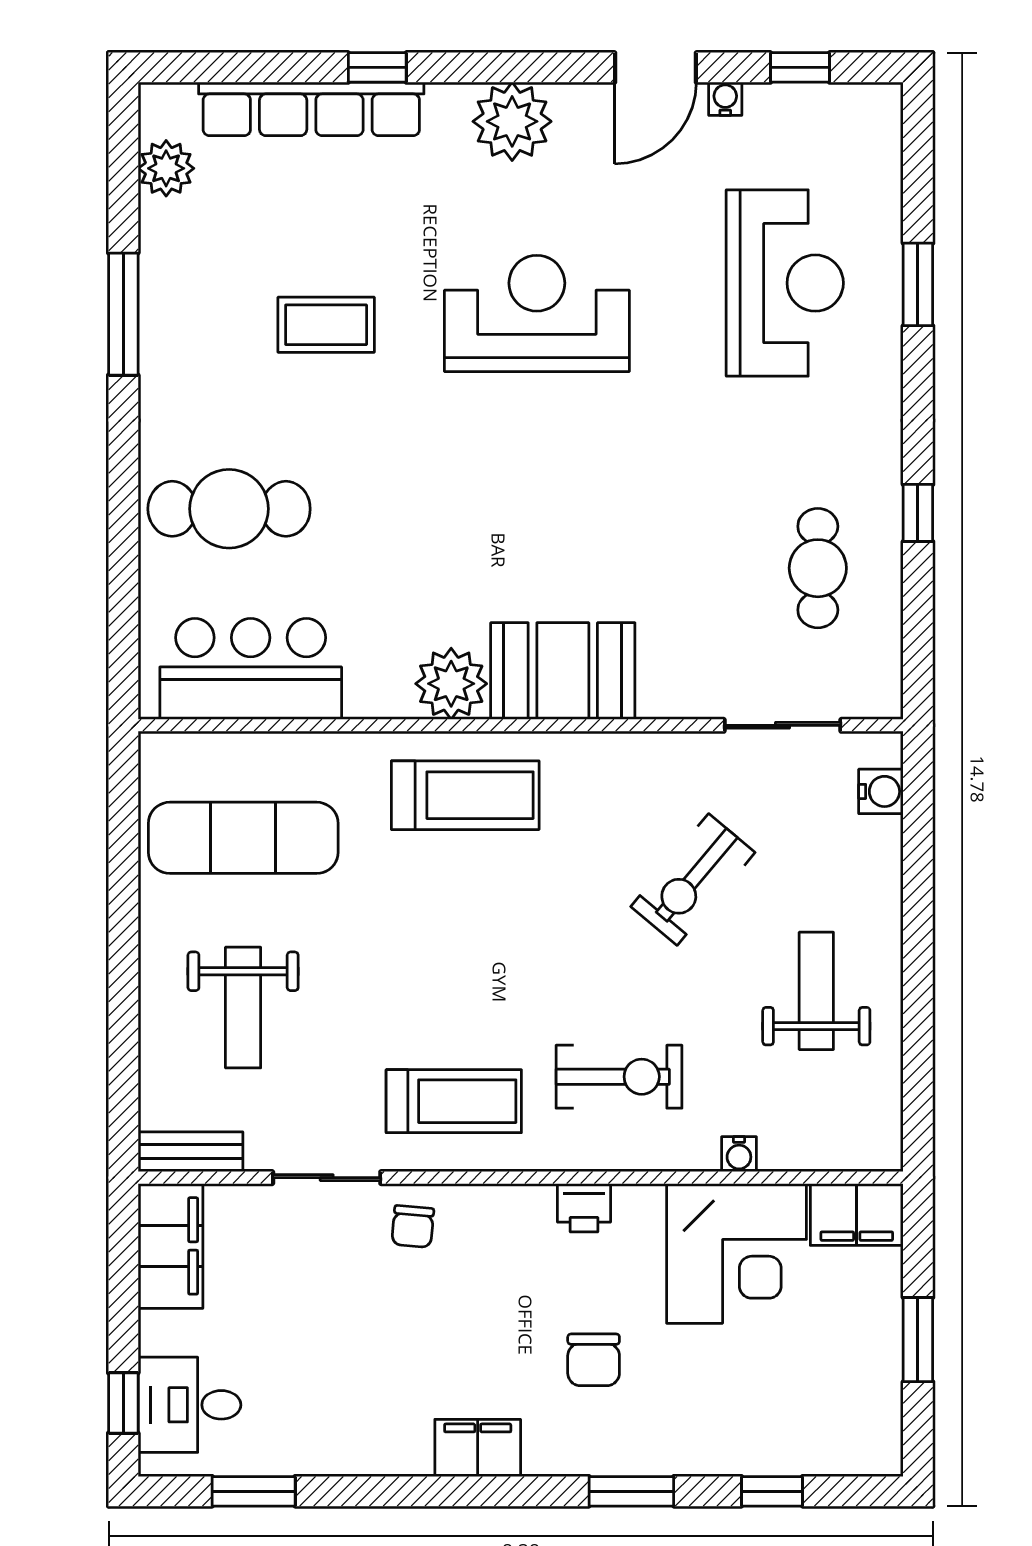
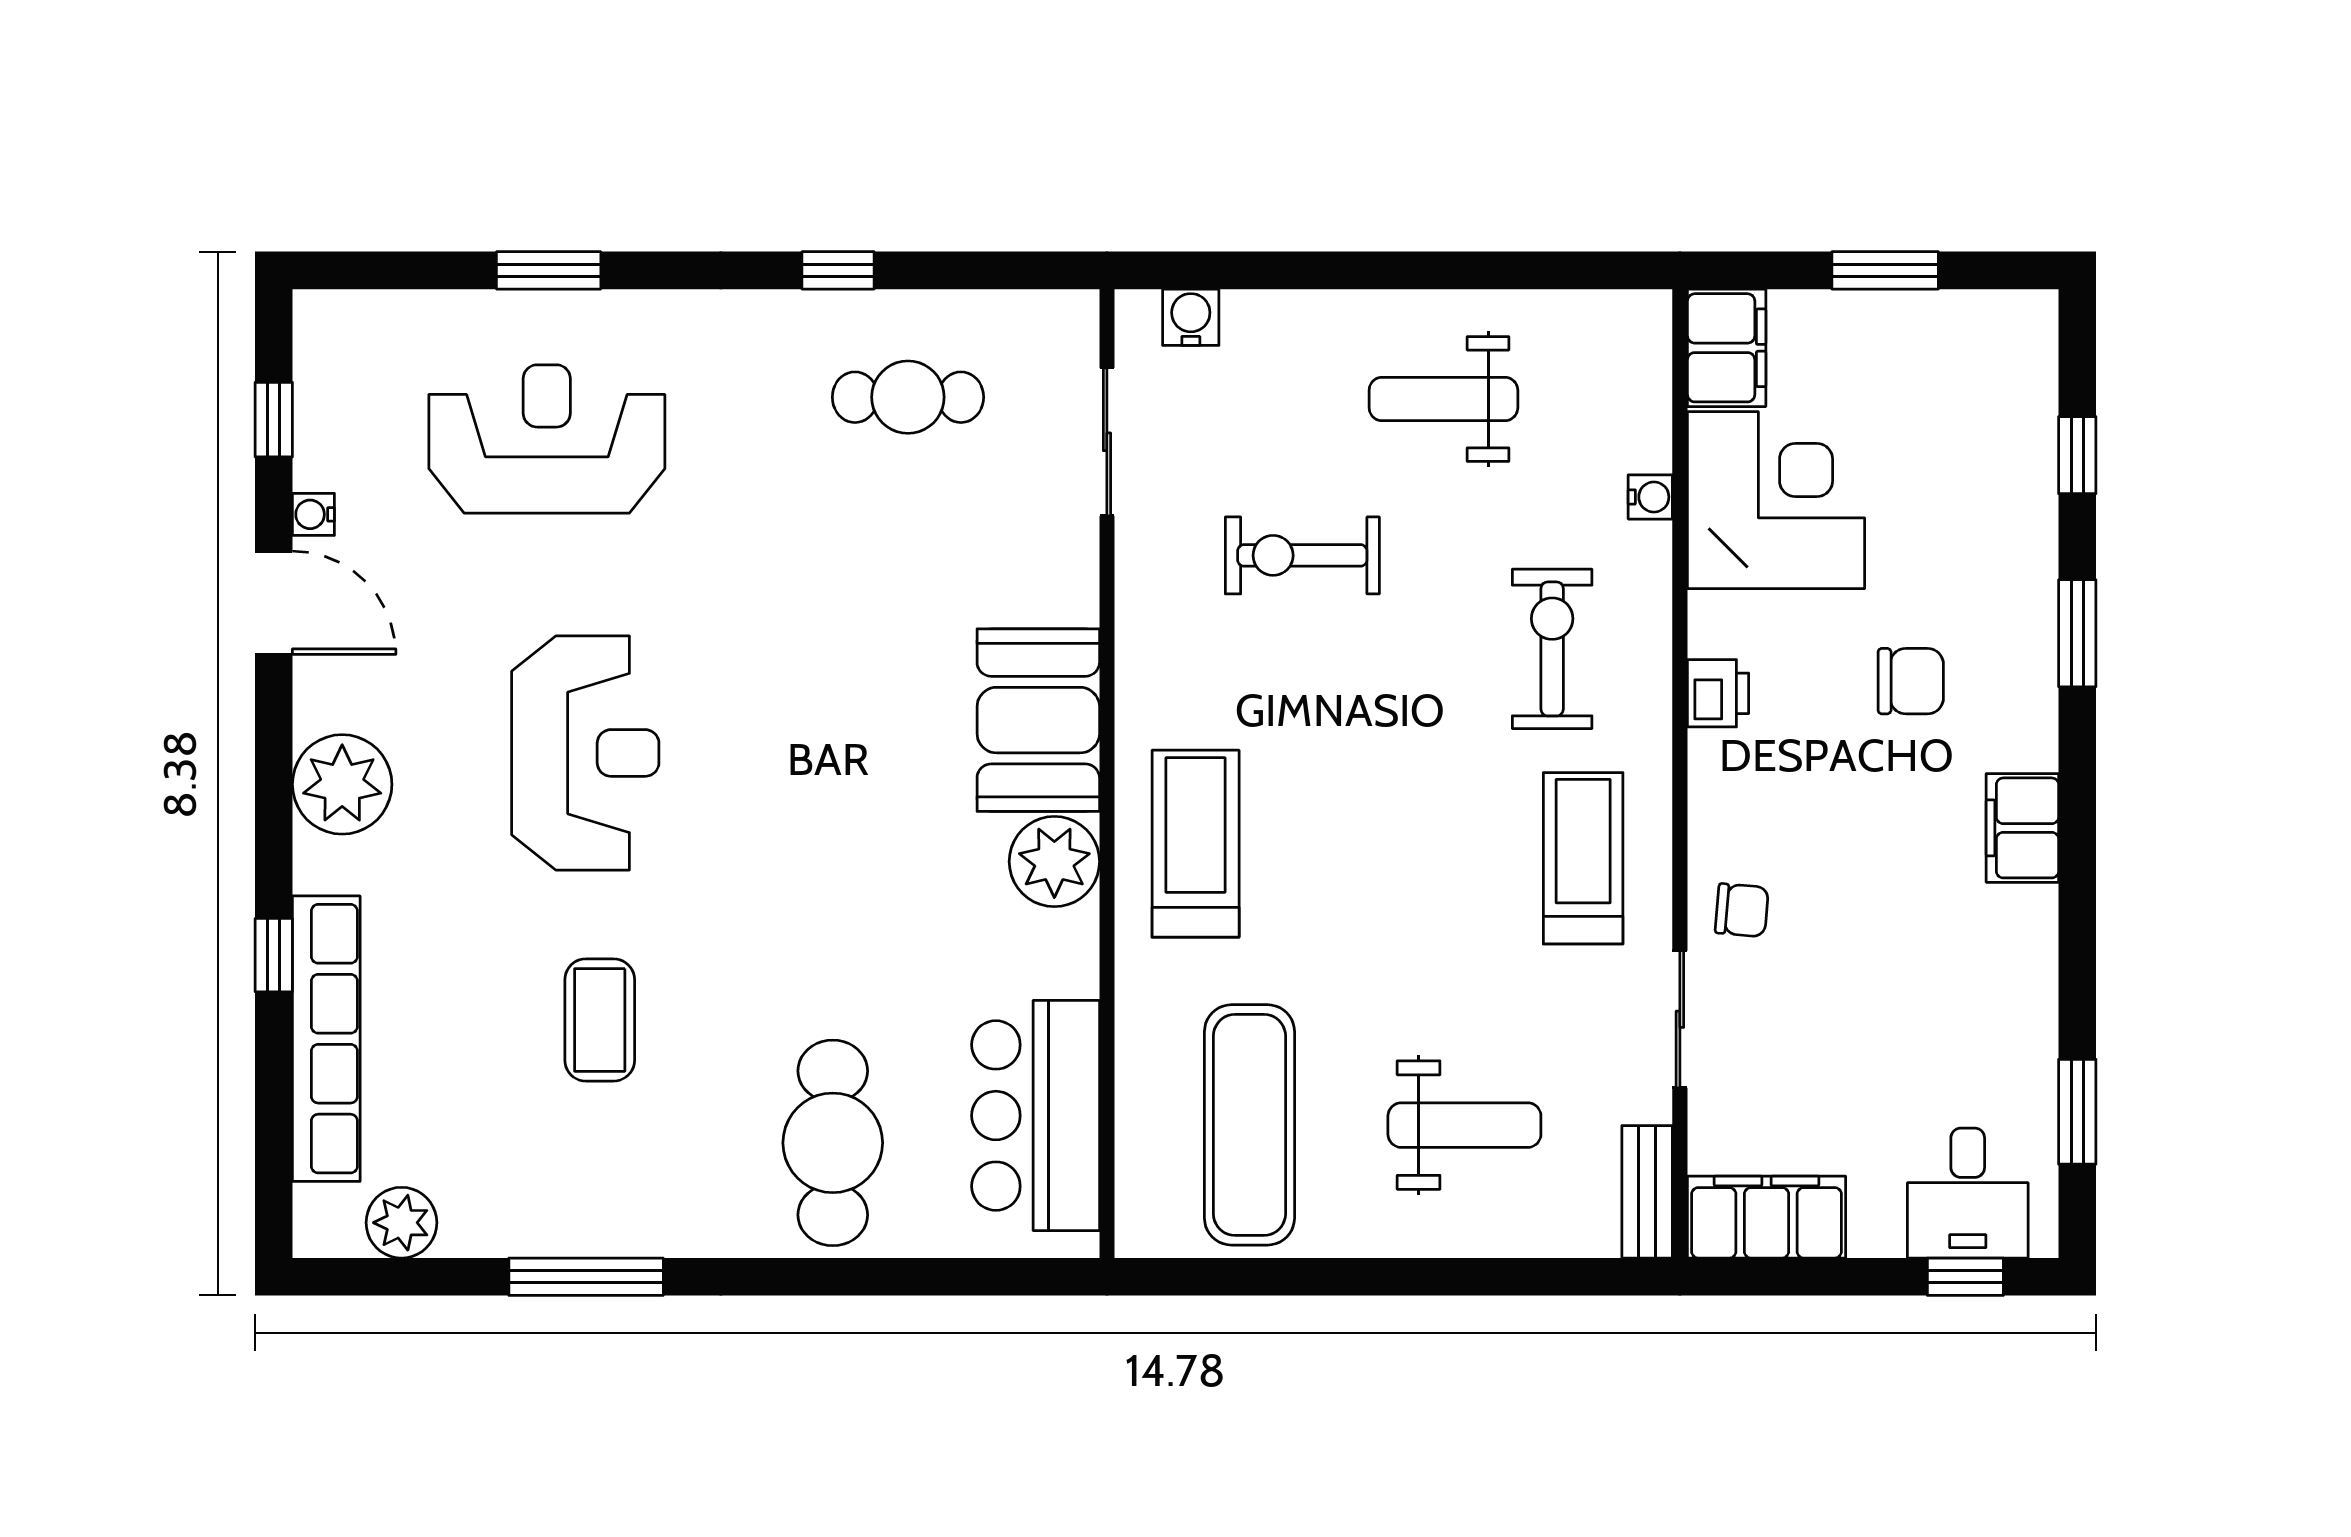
reception desk: (537, 313) -> (585, 753), turned 180
exercise bike: (693, 879) -> (1302, 555), turned 140

